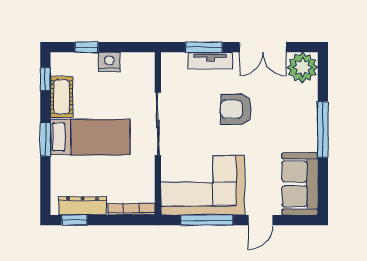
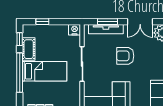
tv unit: (210, 61) -> (106, 29), width x1.41
nightstand: (109, 62) -> (75, 30), moved
window: (45, 139) -> (20, 73), width x2.11

